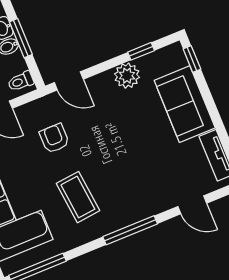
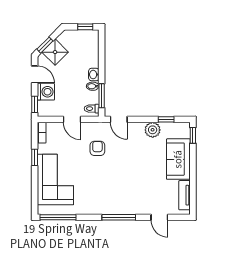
window: (21, 38) -> (102, 96), moved
coffee table: (78, 197) -> (97, 187), removed

